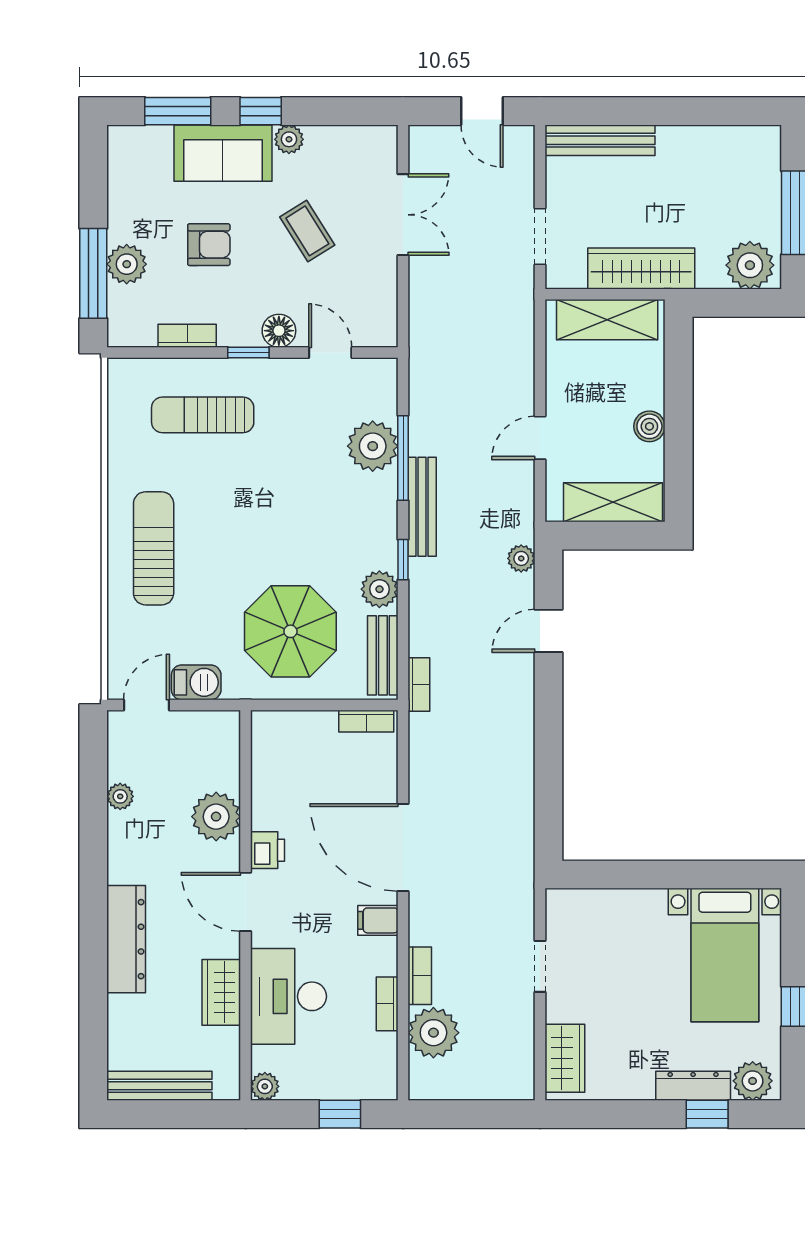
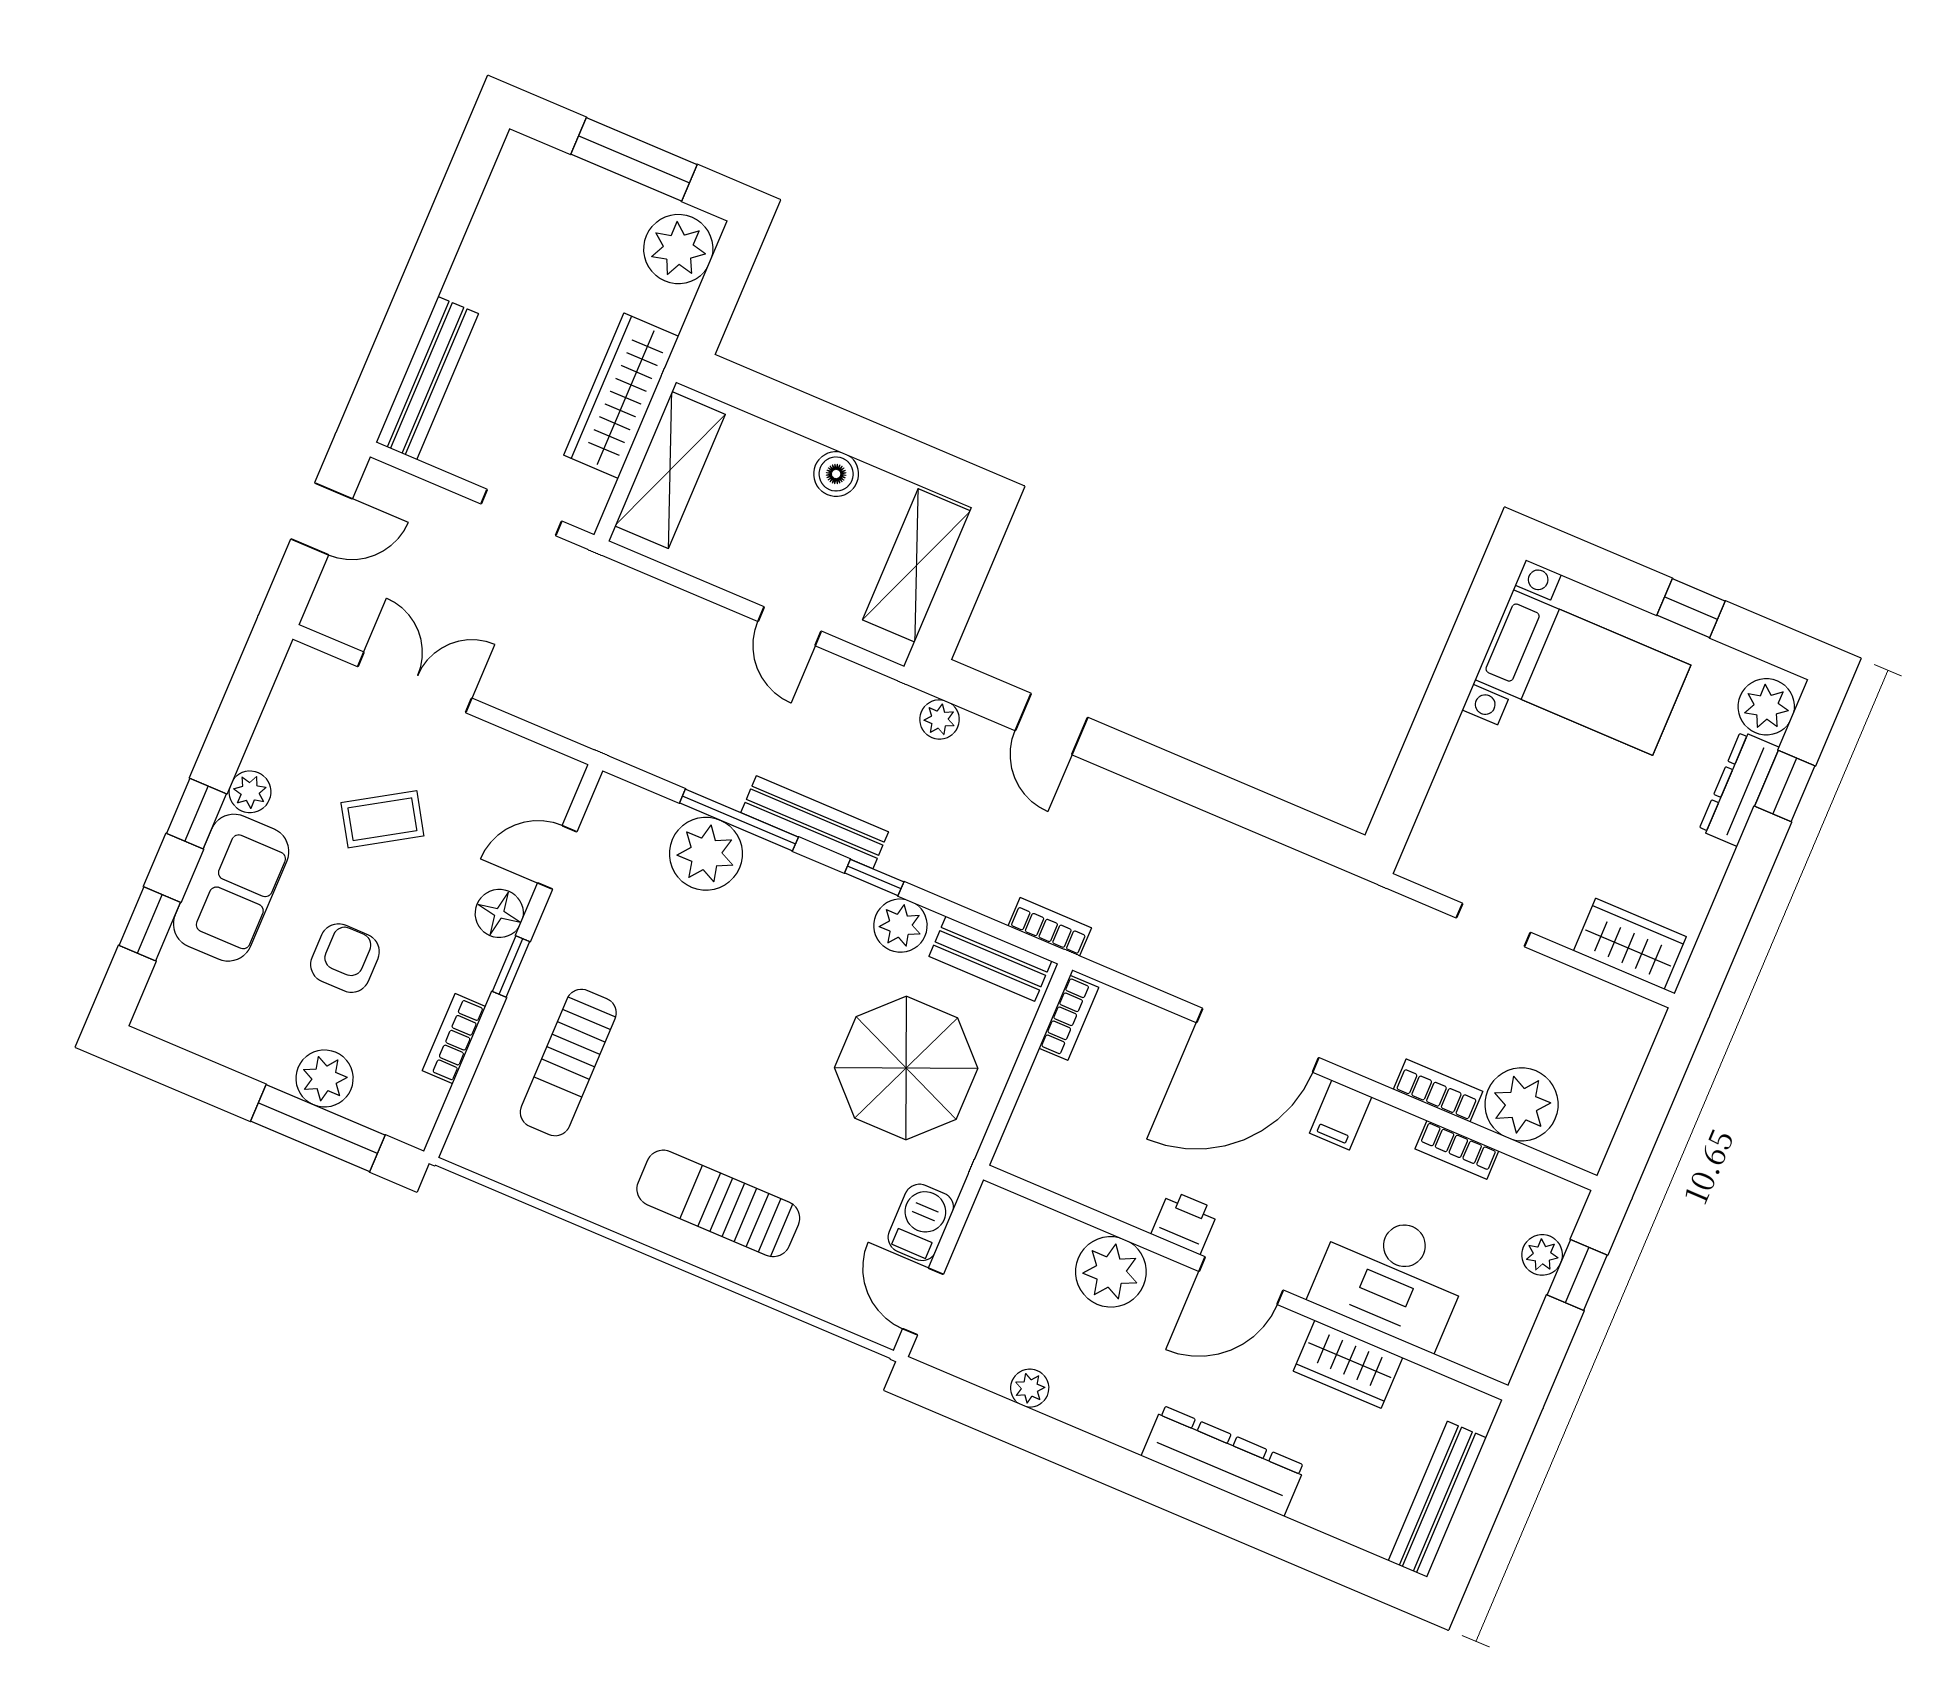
window: (178, 111) -> (150, 924), width x0.67
plant: (265, 1086) -> (1542, 1255), moved

